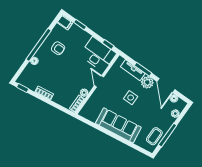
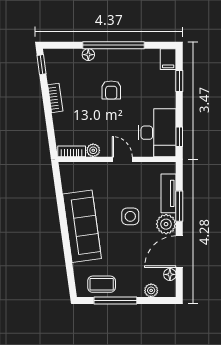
armchair: (58, 48) -> (111, 90), moved
door: (99, 81) -> (122, 159), hinge flipped

